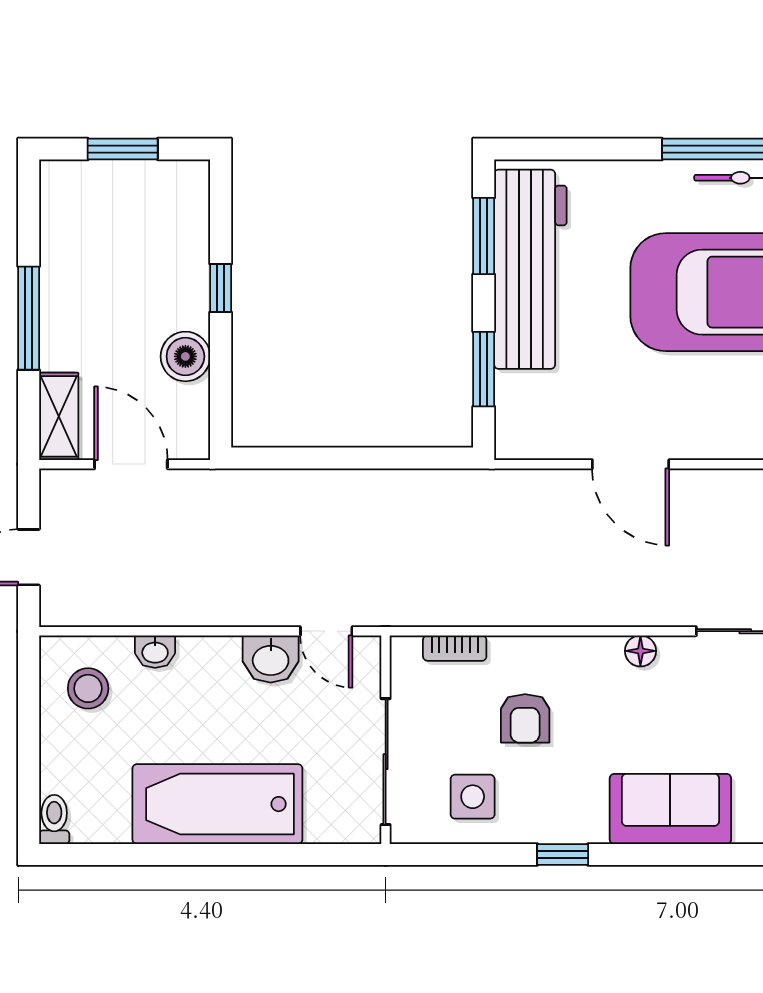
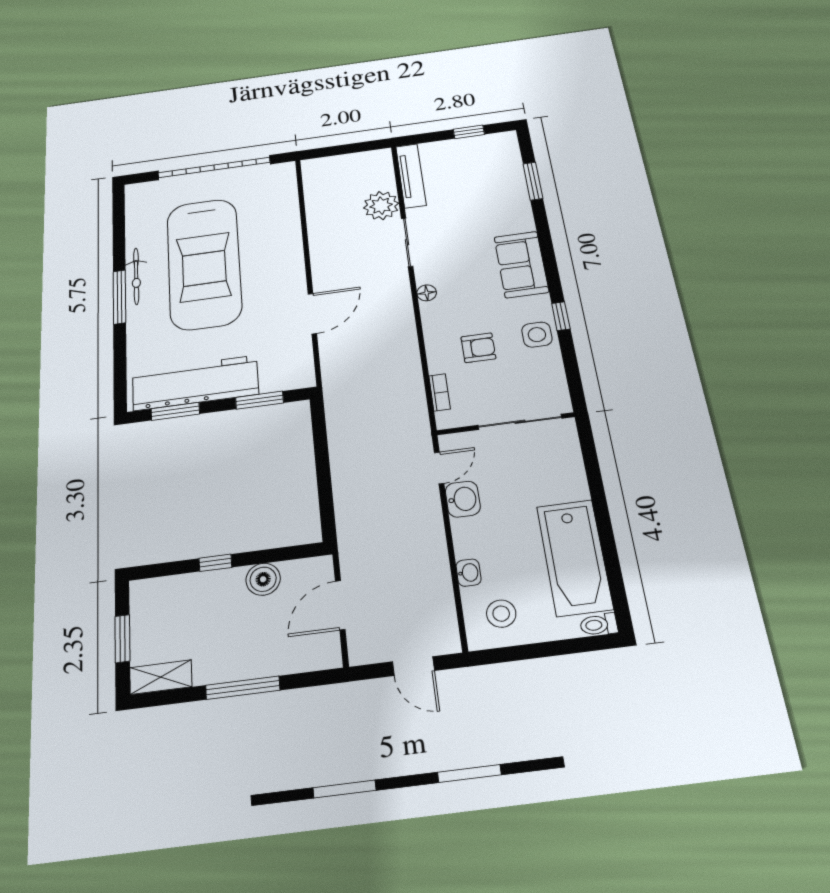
shelving: (59, 416) -> (161, 677), moved
side table: (473, 797) -> (537, 335), moved
bathtub: (217, 804) -> (574, 557), moved

